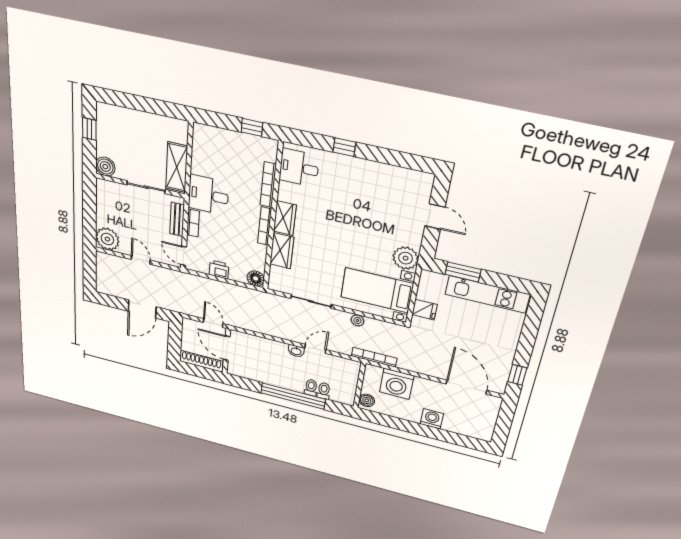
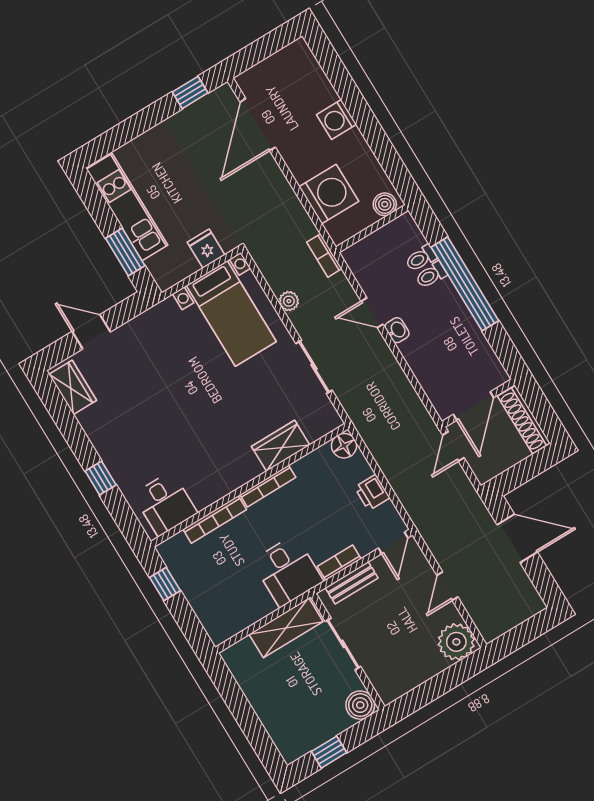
door: (435, 216) -> (91, 332), hinge flipped
wardrobe: (285, 218) -> (73, 387), moved, turned 90
plant: (406, 258) -> (165, 318), removed
bookcase: (374, 357) -> (324, 255), width x0.64

